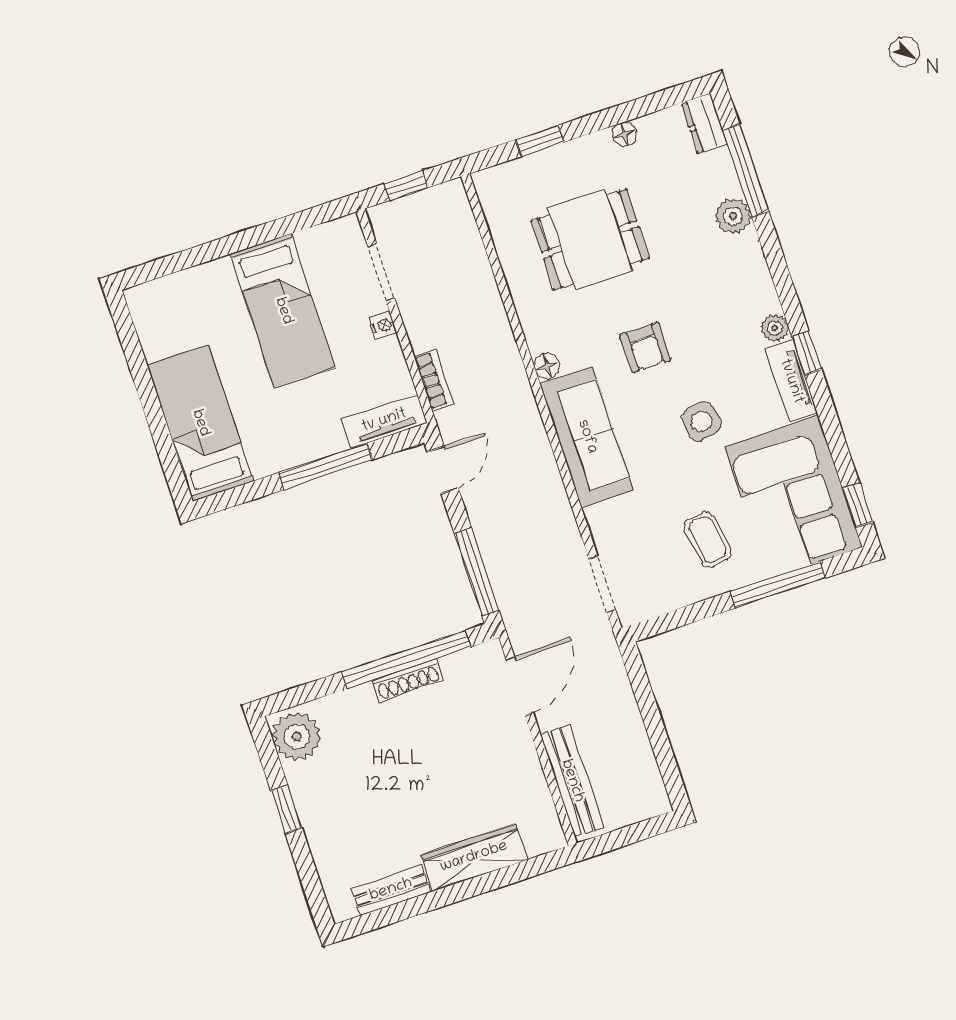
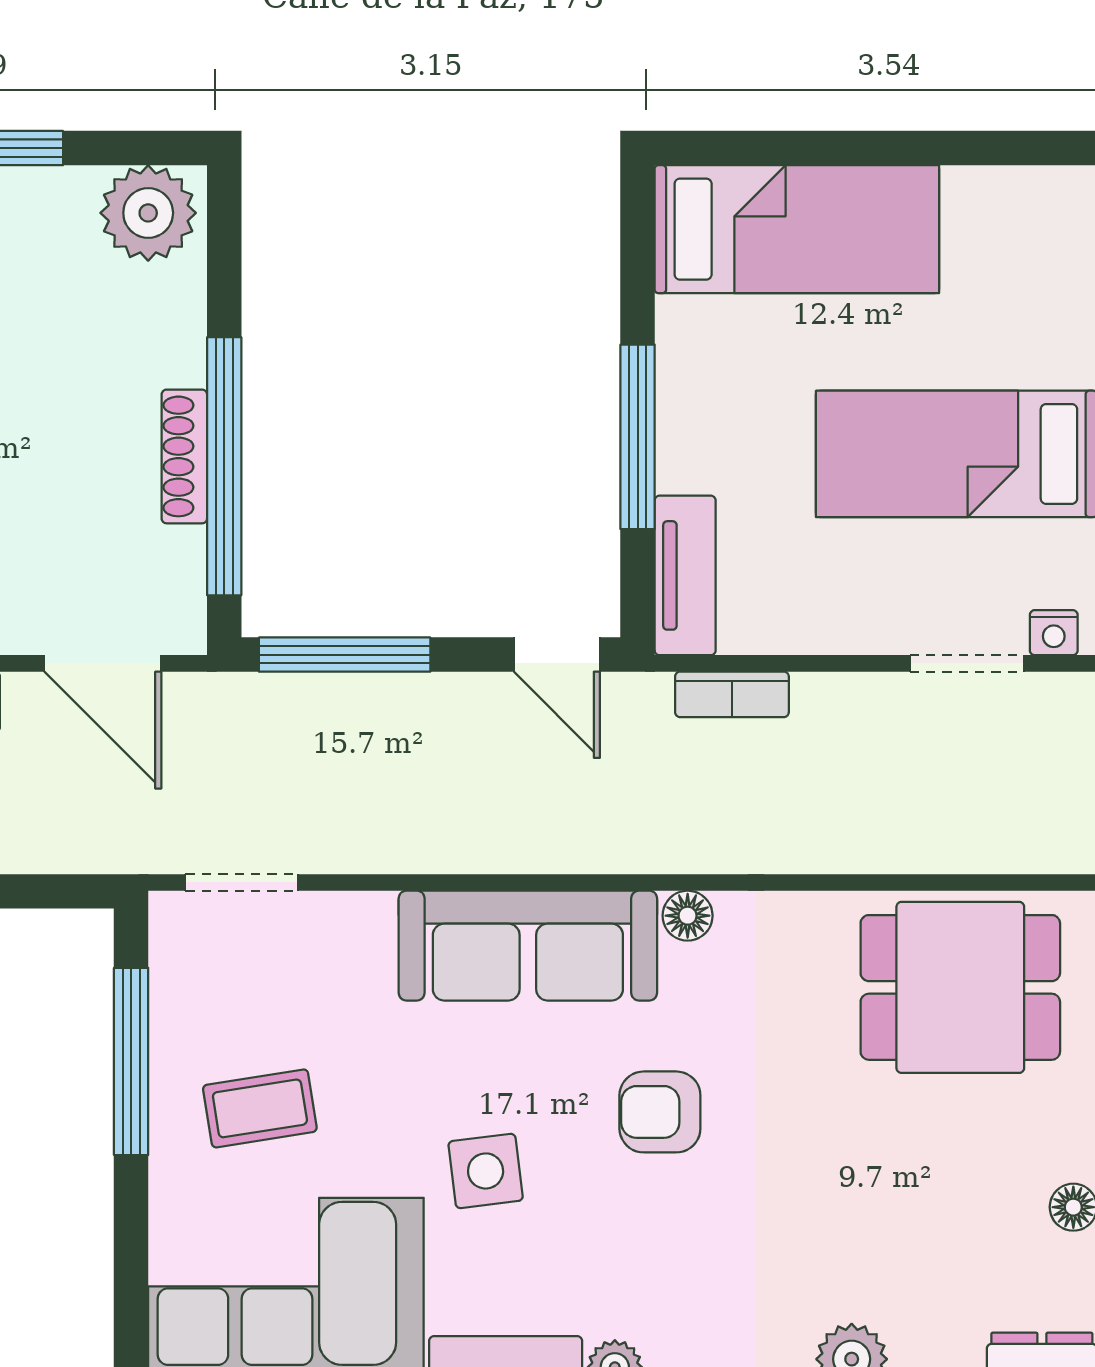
dining table: (590, 239) -> (960, 987), moved, turned 90
nightstand: (383, 326) -> (1054, 633), moved
window: (778, 585) -> (131, 1061), moved

